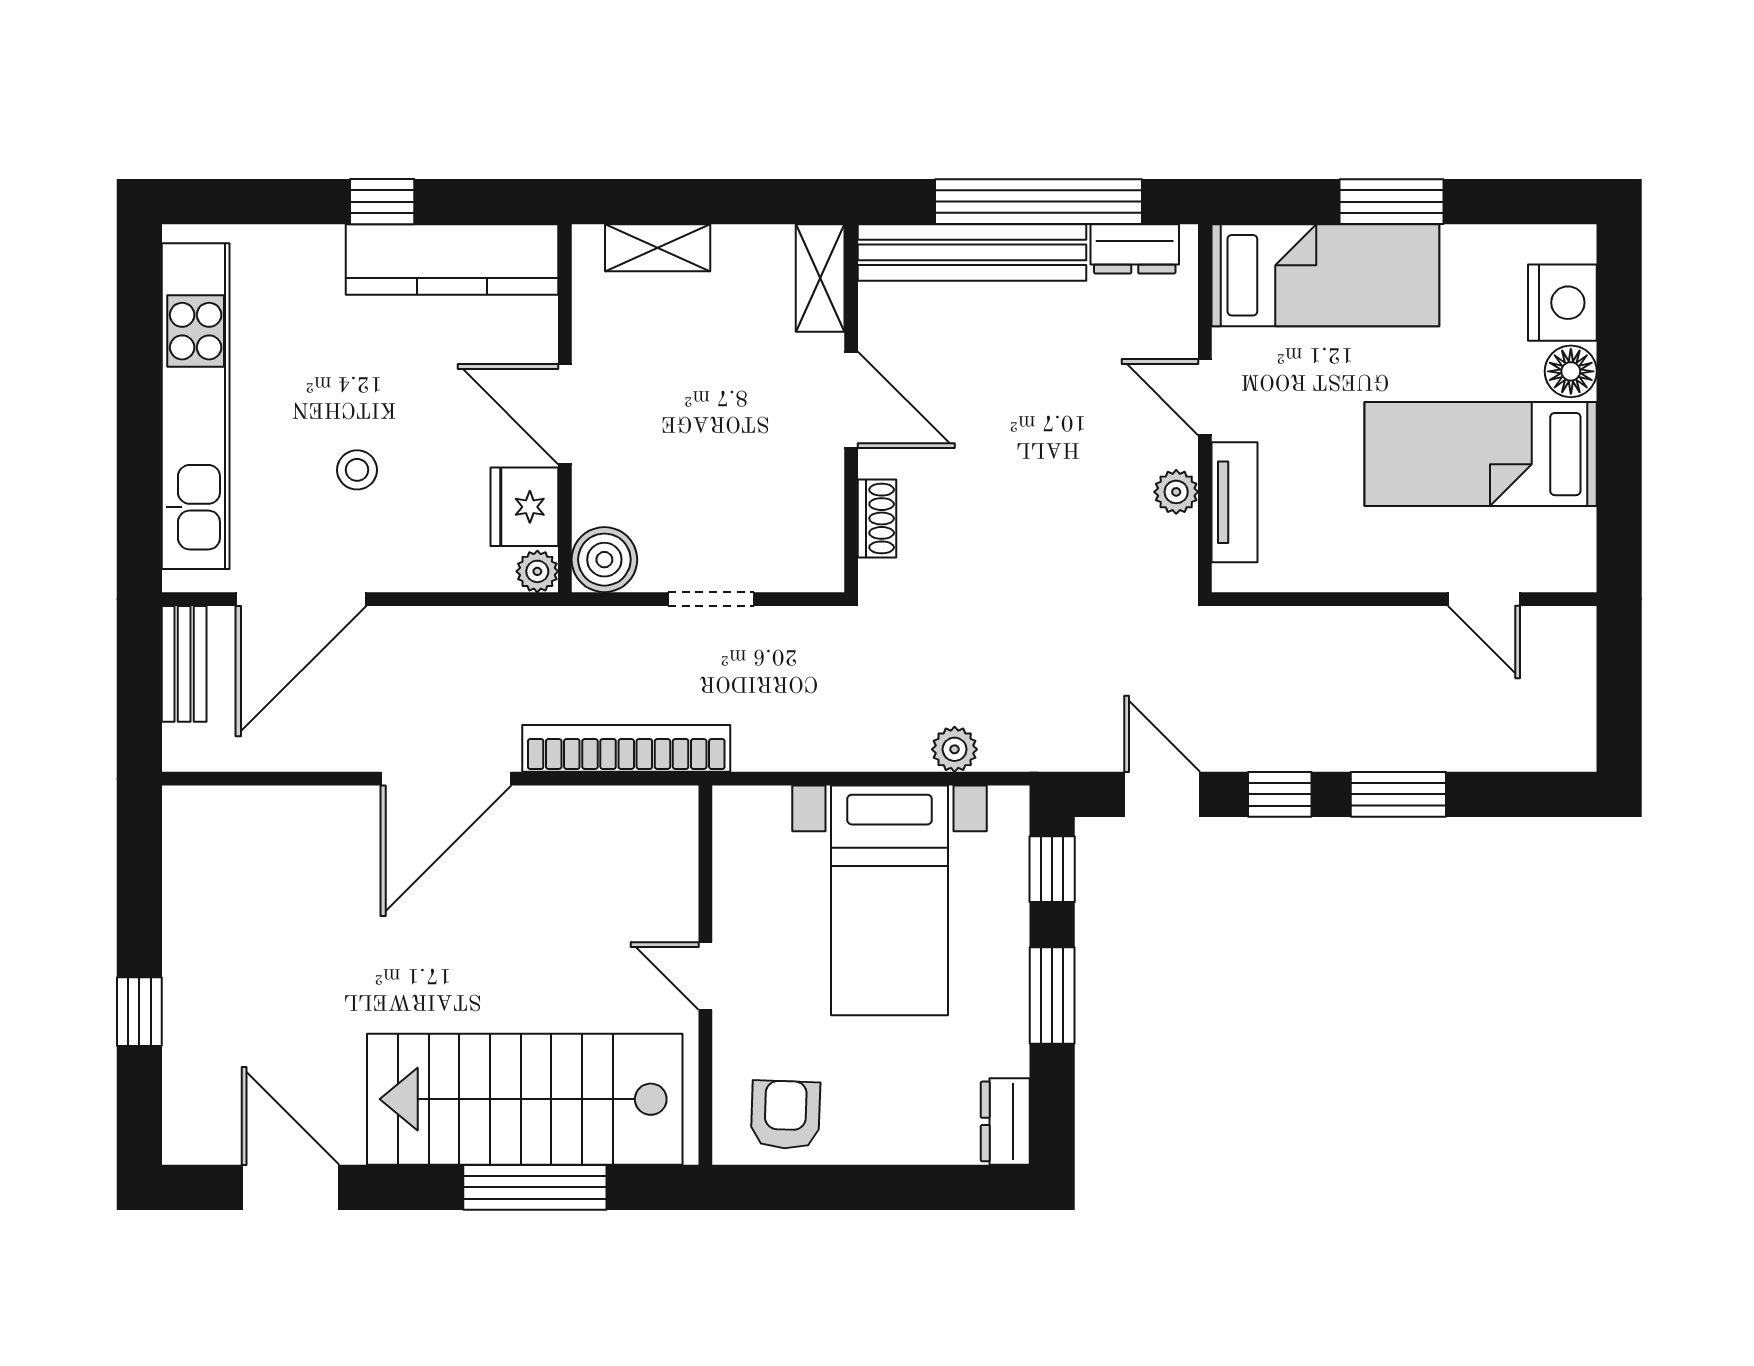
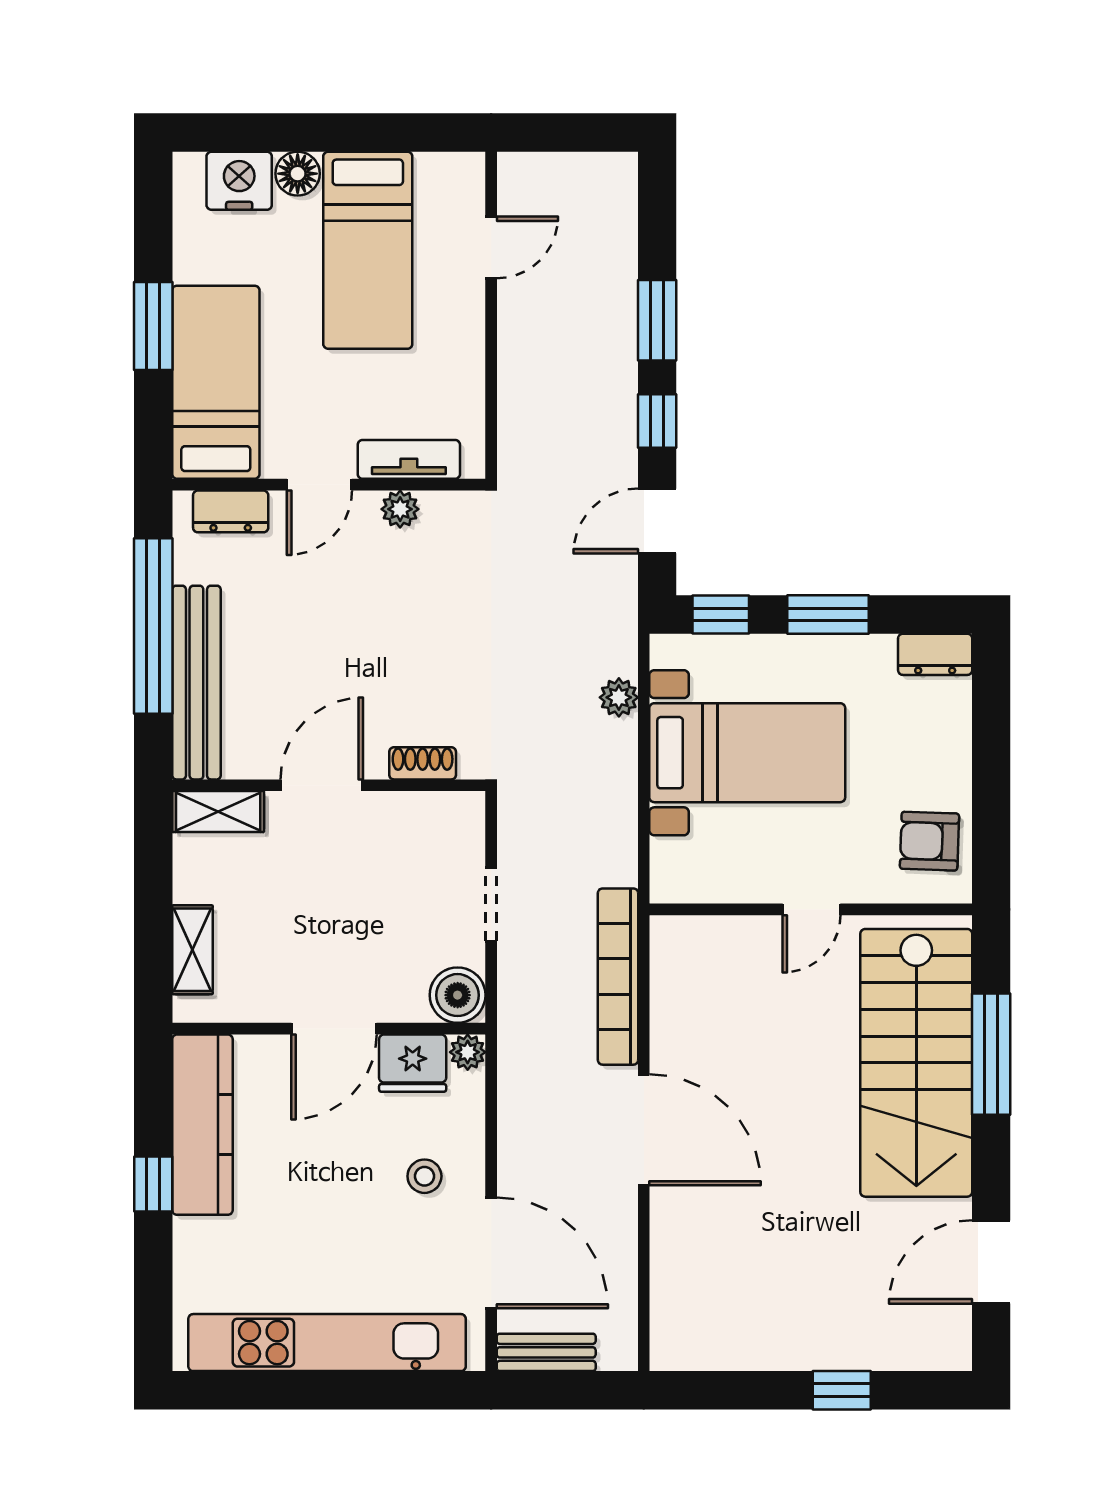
dresser: (1135, 249) -> (231, 511), moved, turned 90
stool: (357, 470) -> (424, 1176), moved

